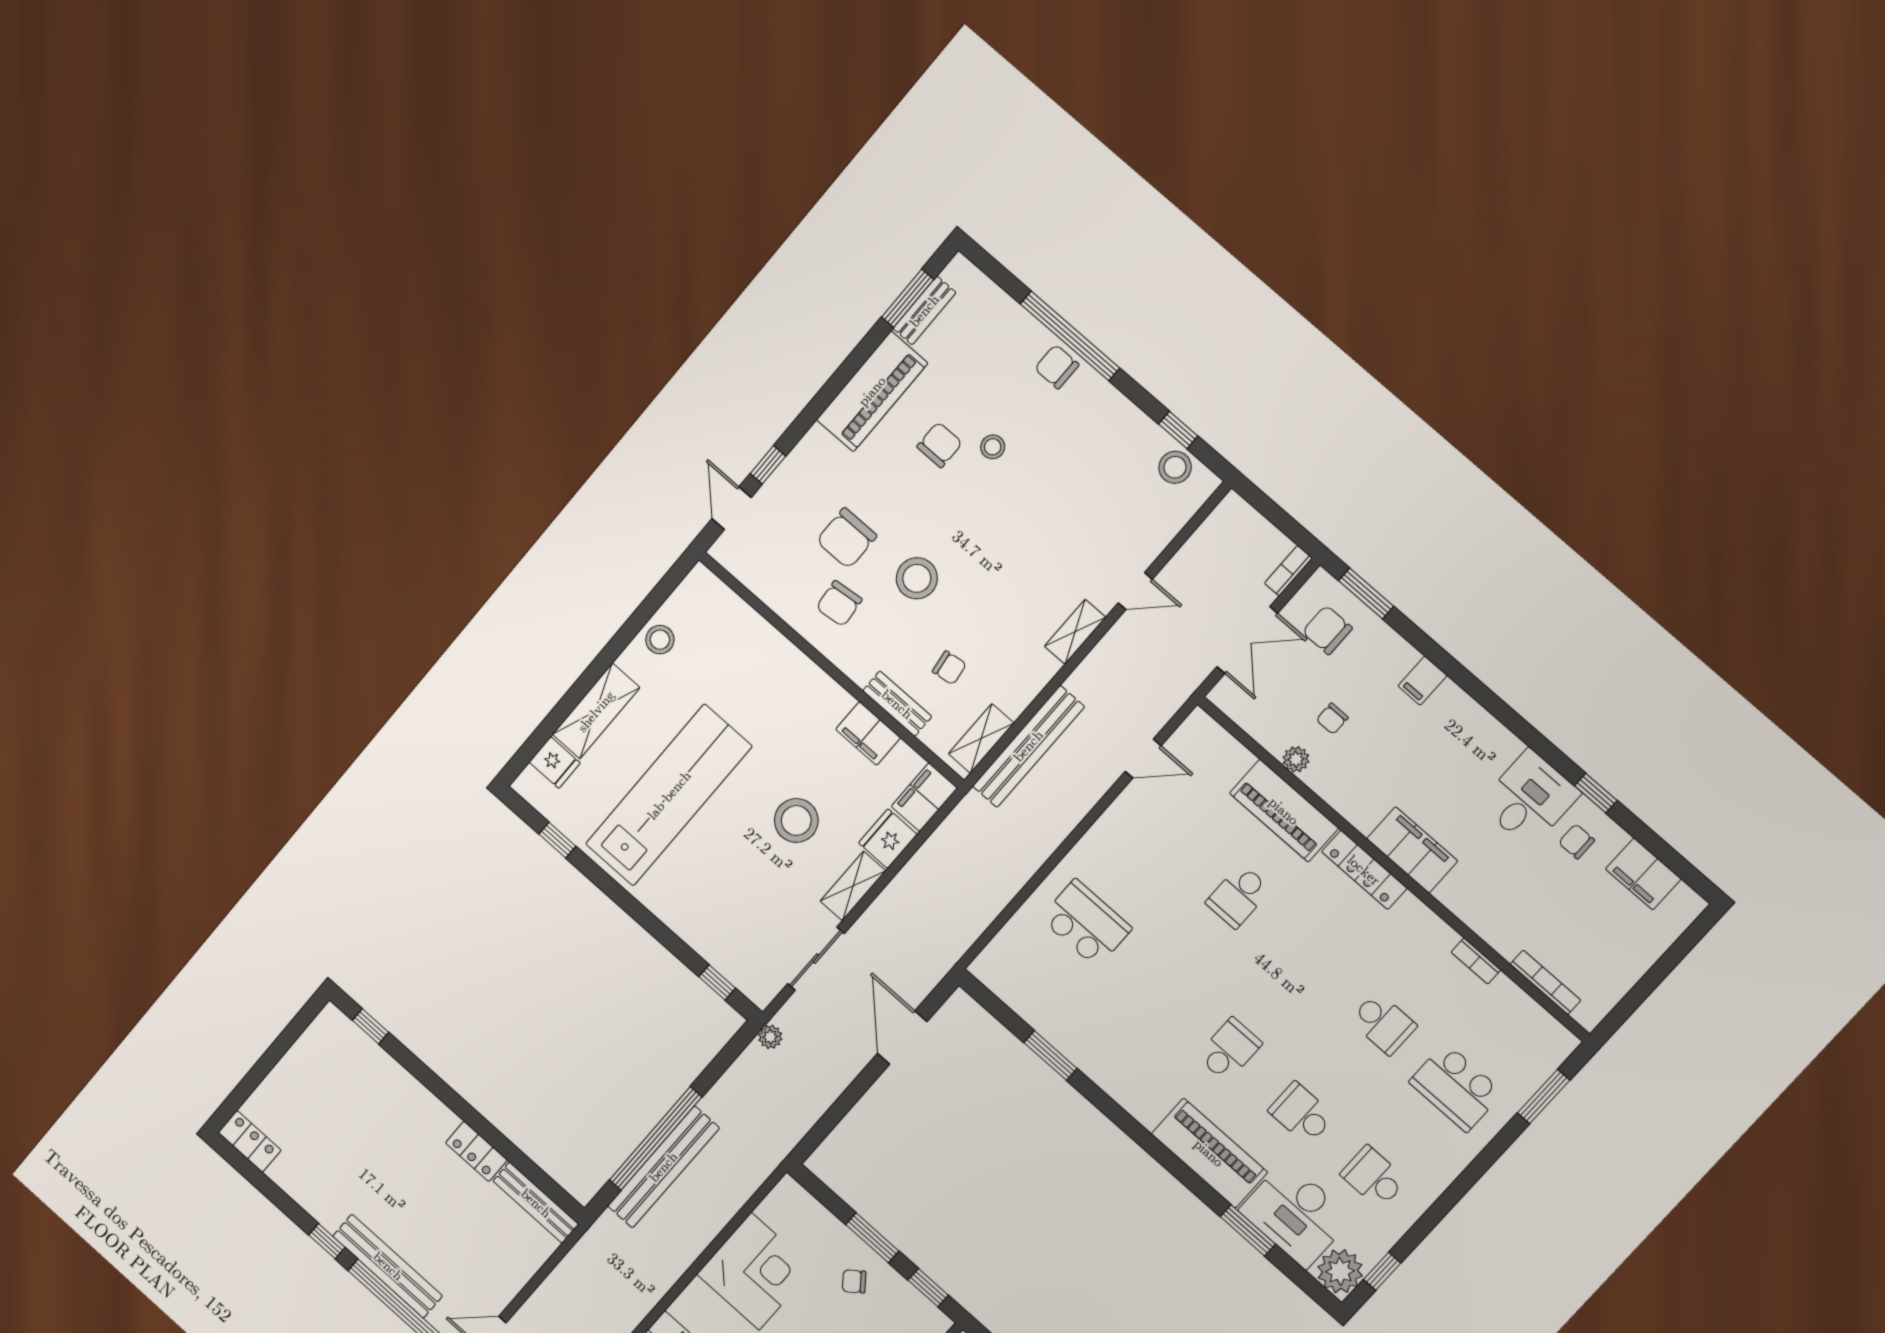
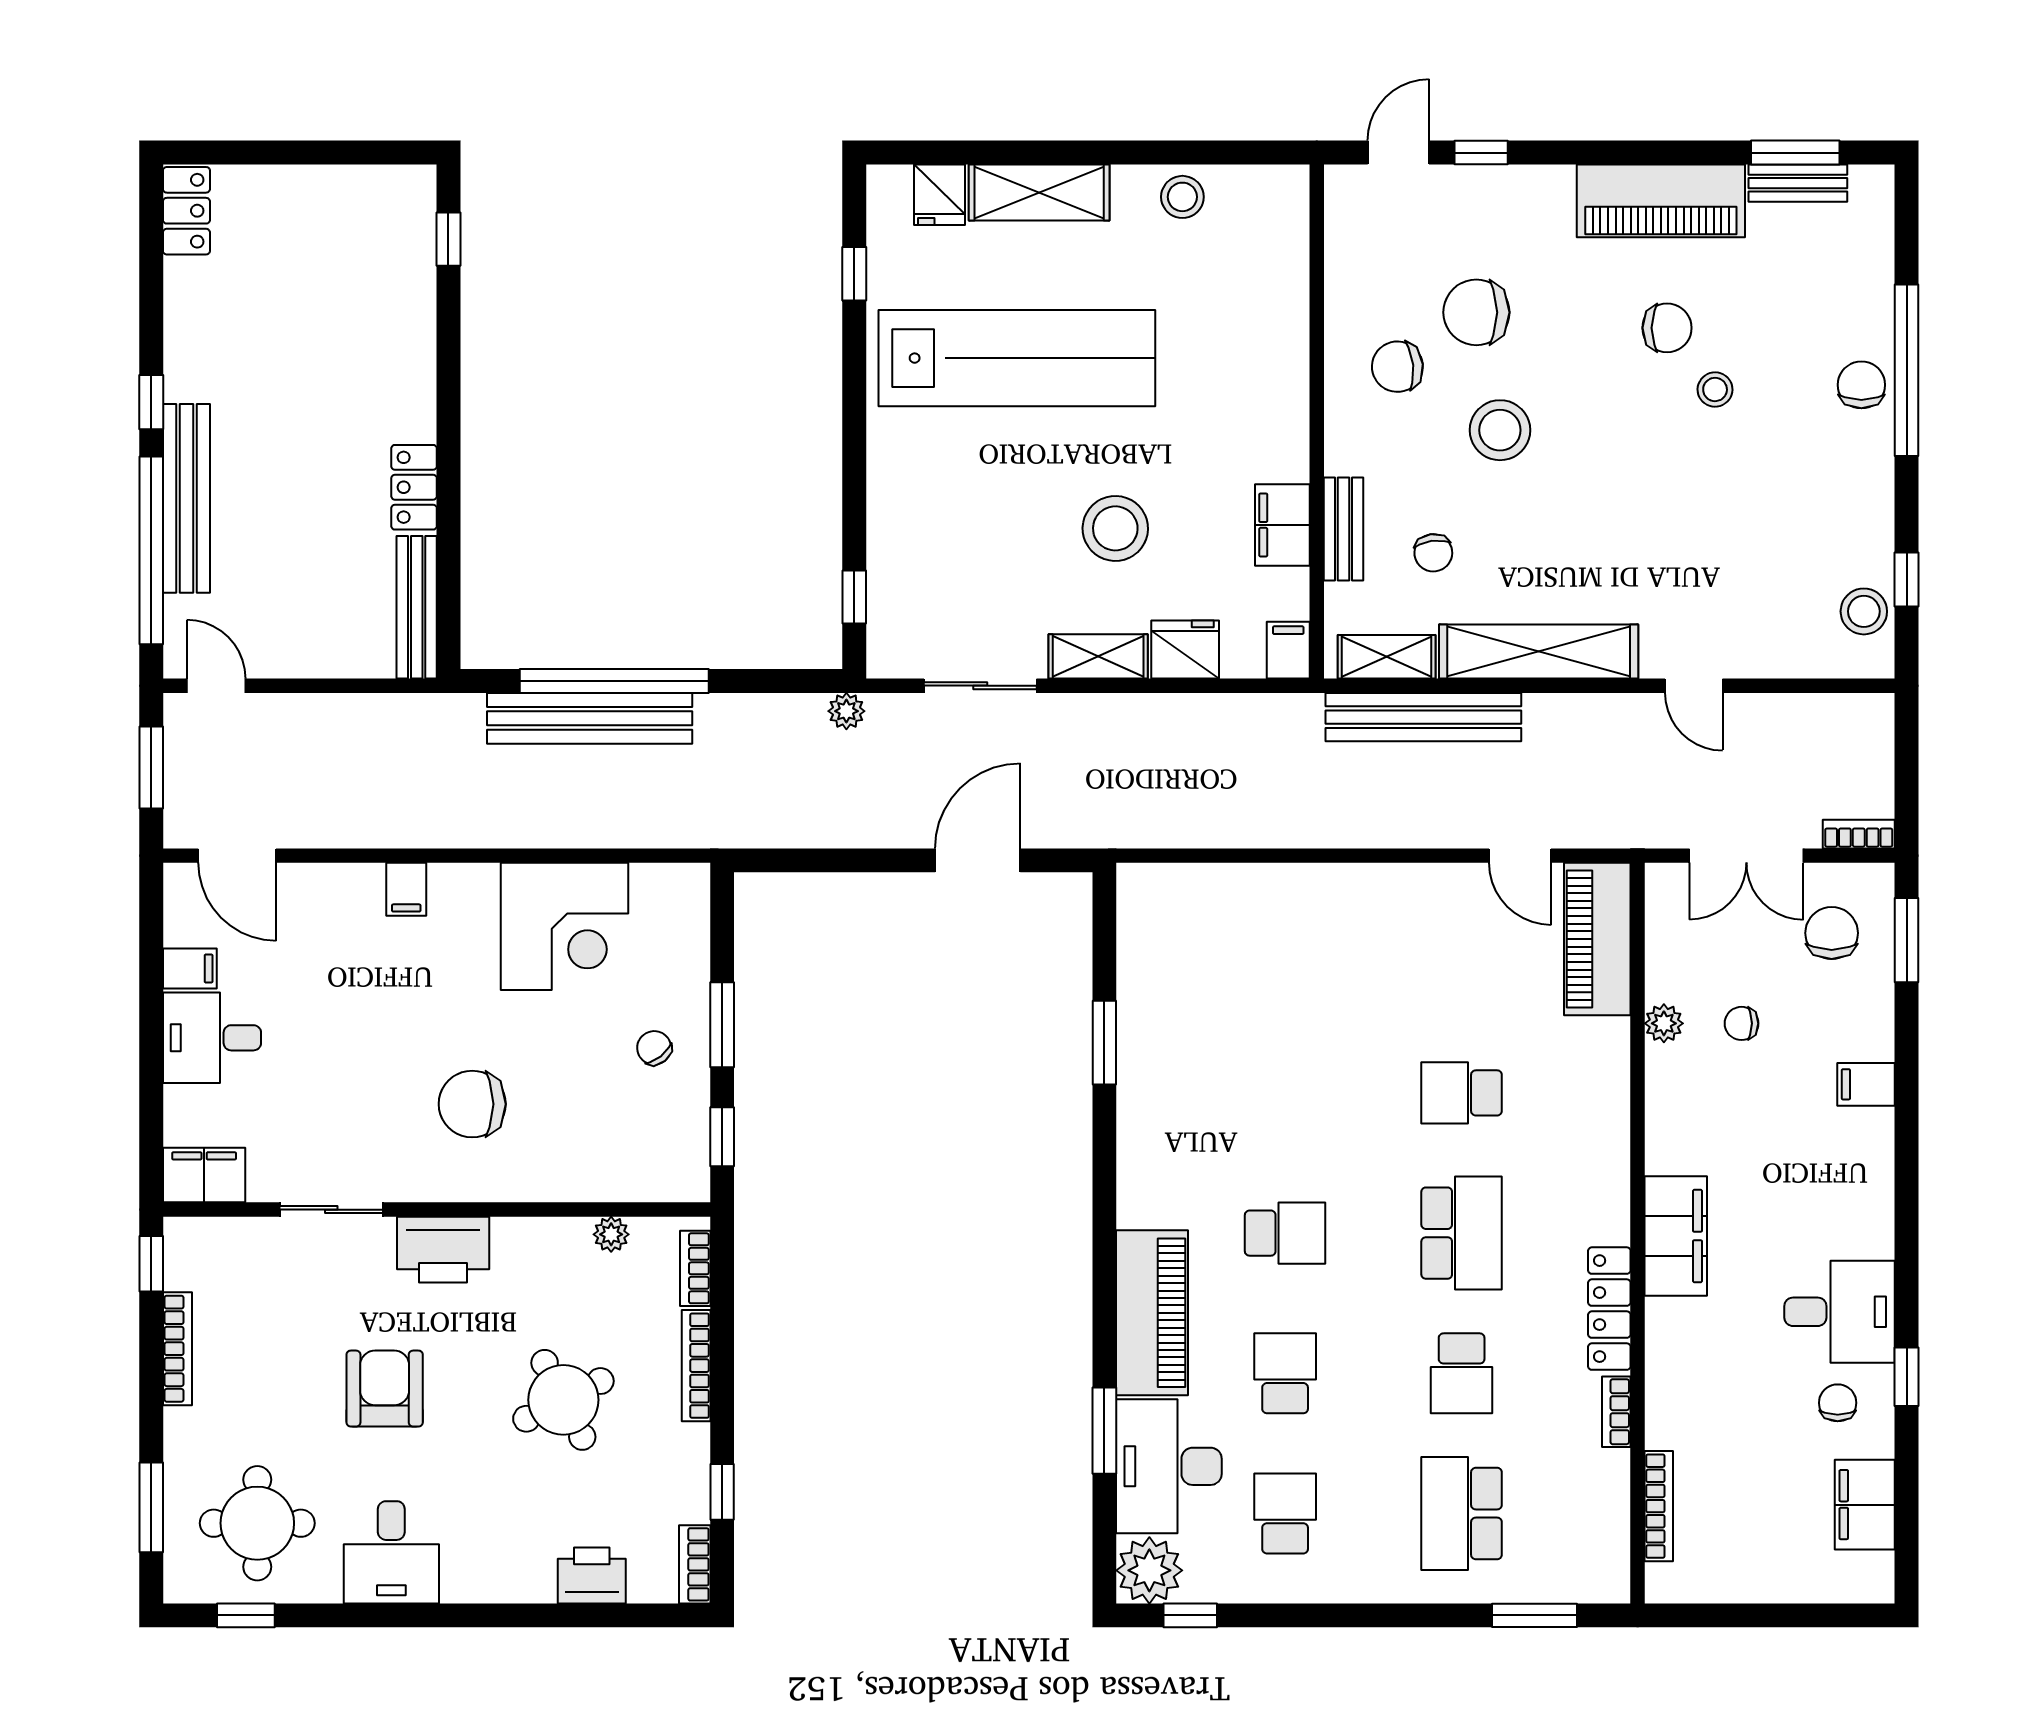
shelving: (1075, 632) -> (1539, 652), width x2.20, depth x1.33
filing cabinet: (924, 797) -> (1288, 650), width x0.50
piano: (1284, 811) -> (1597, 939), moved
locker: (1364, 870) -> (1609, 1309), moved
school desk: (1086, 923) -> (1462, 1233), moved

